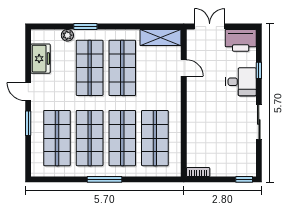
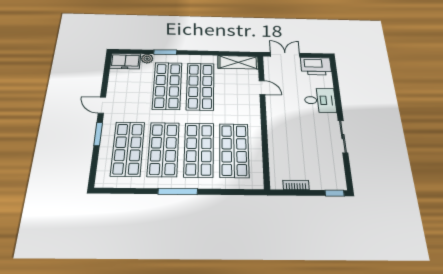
freezer: (40, 59) -> (125, 61), moved, turned 90
window: (259, 70) -> (337, 91), removed
bookcase: (198, 172) -> (296, 185), moved

